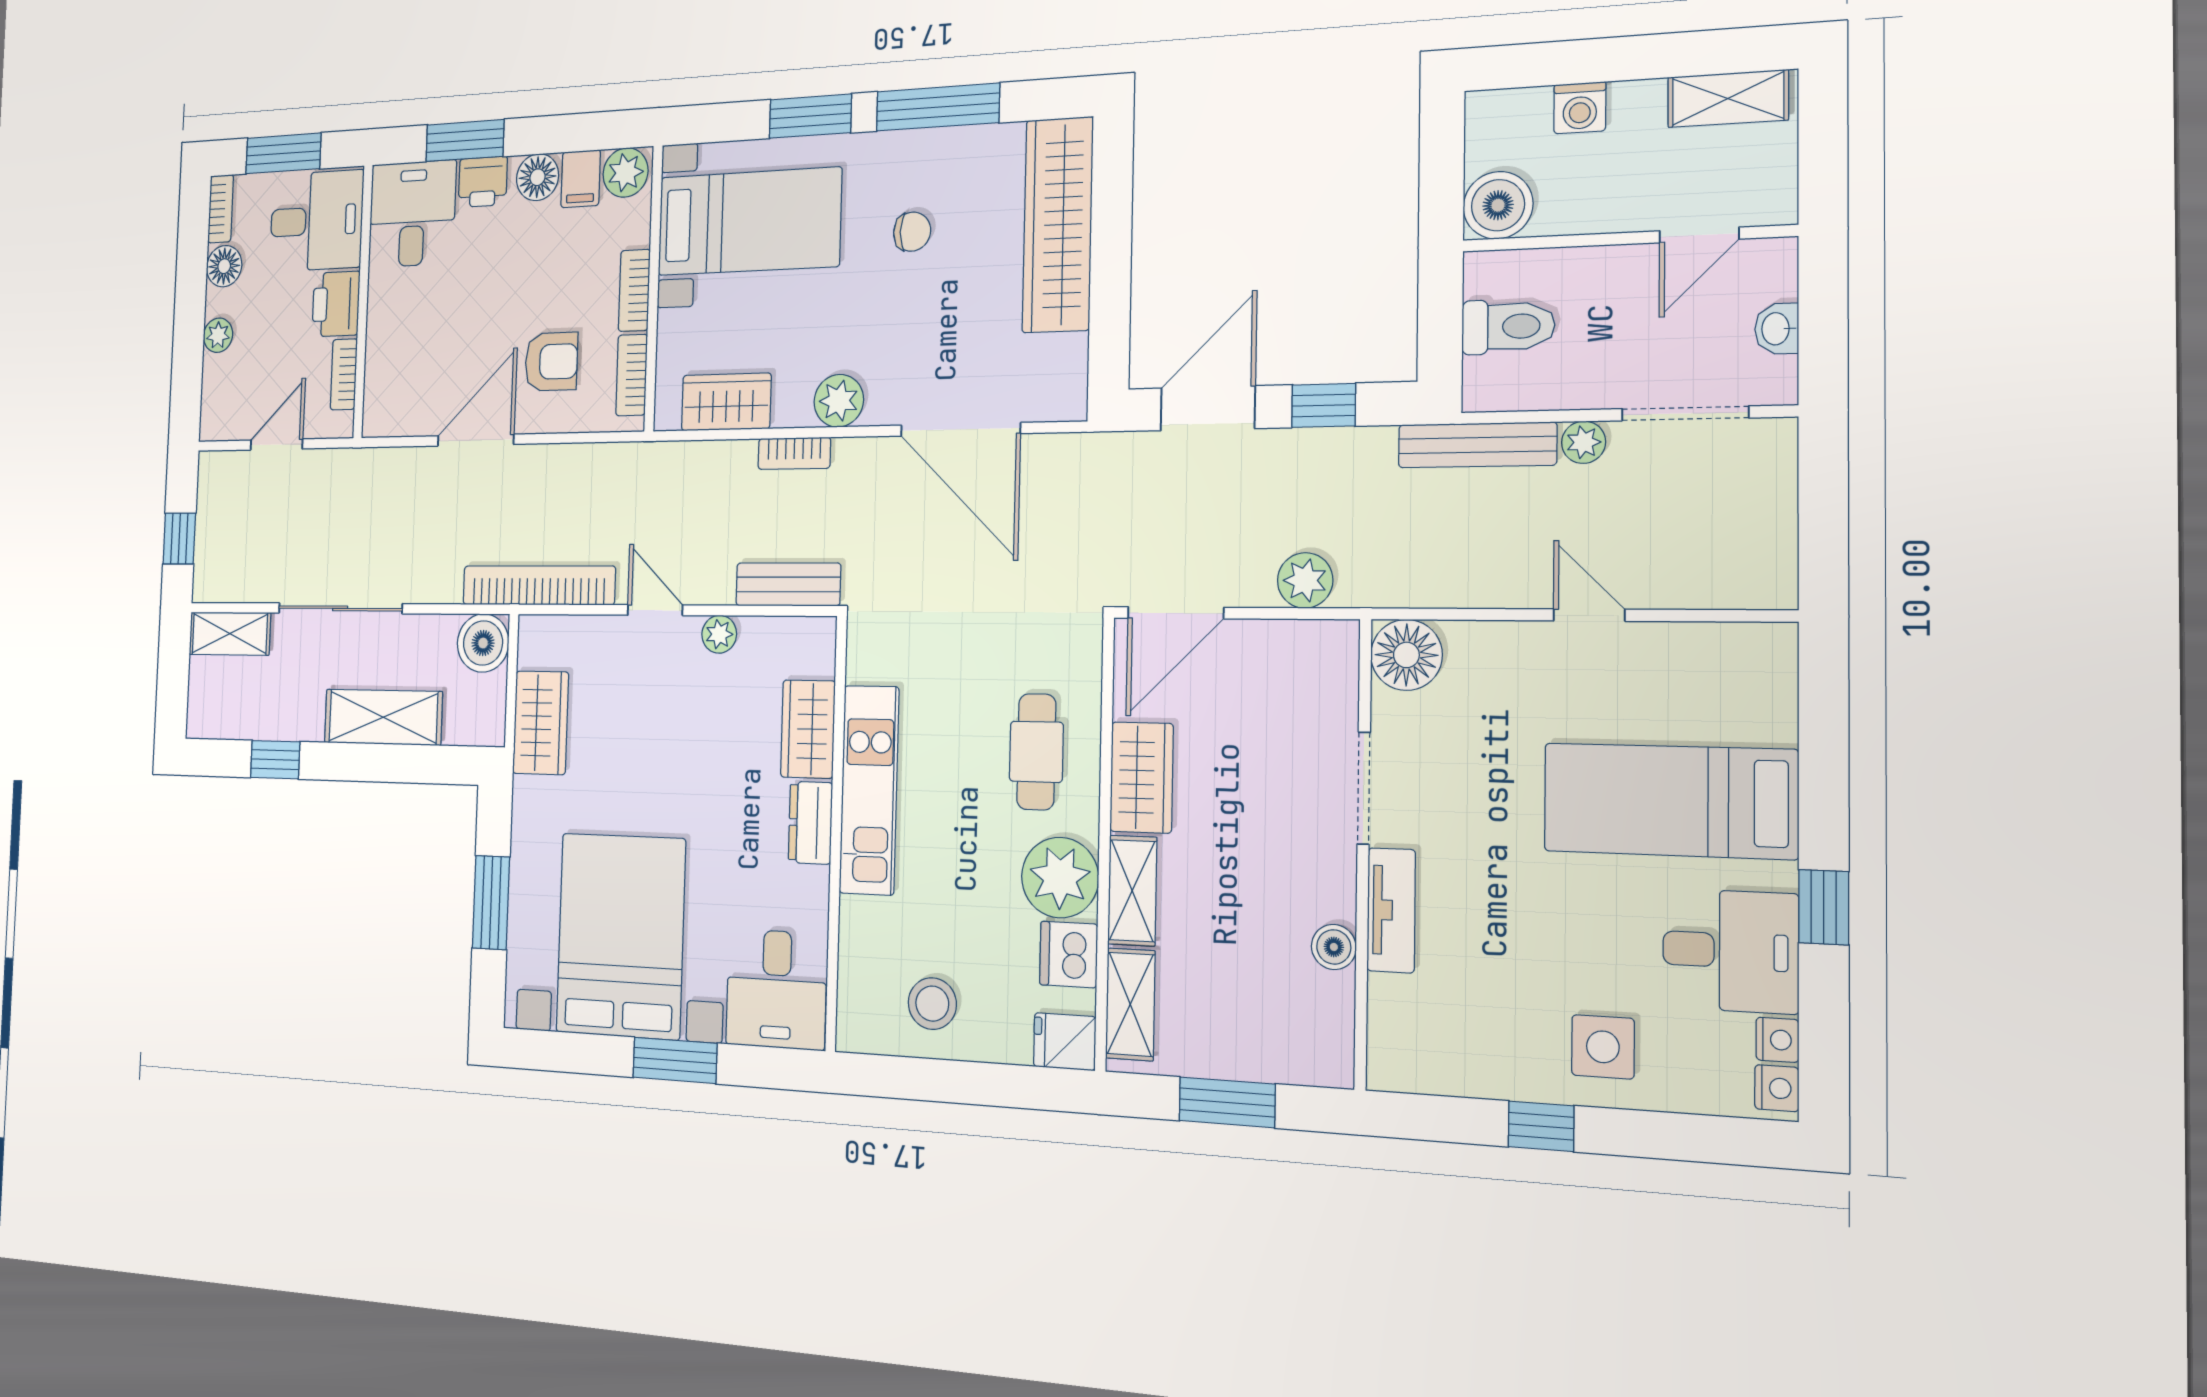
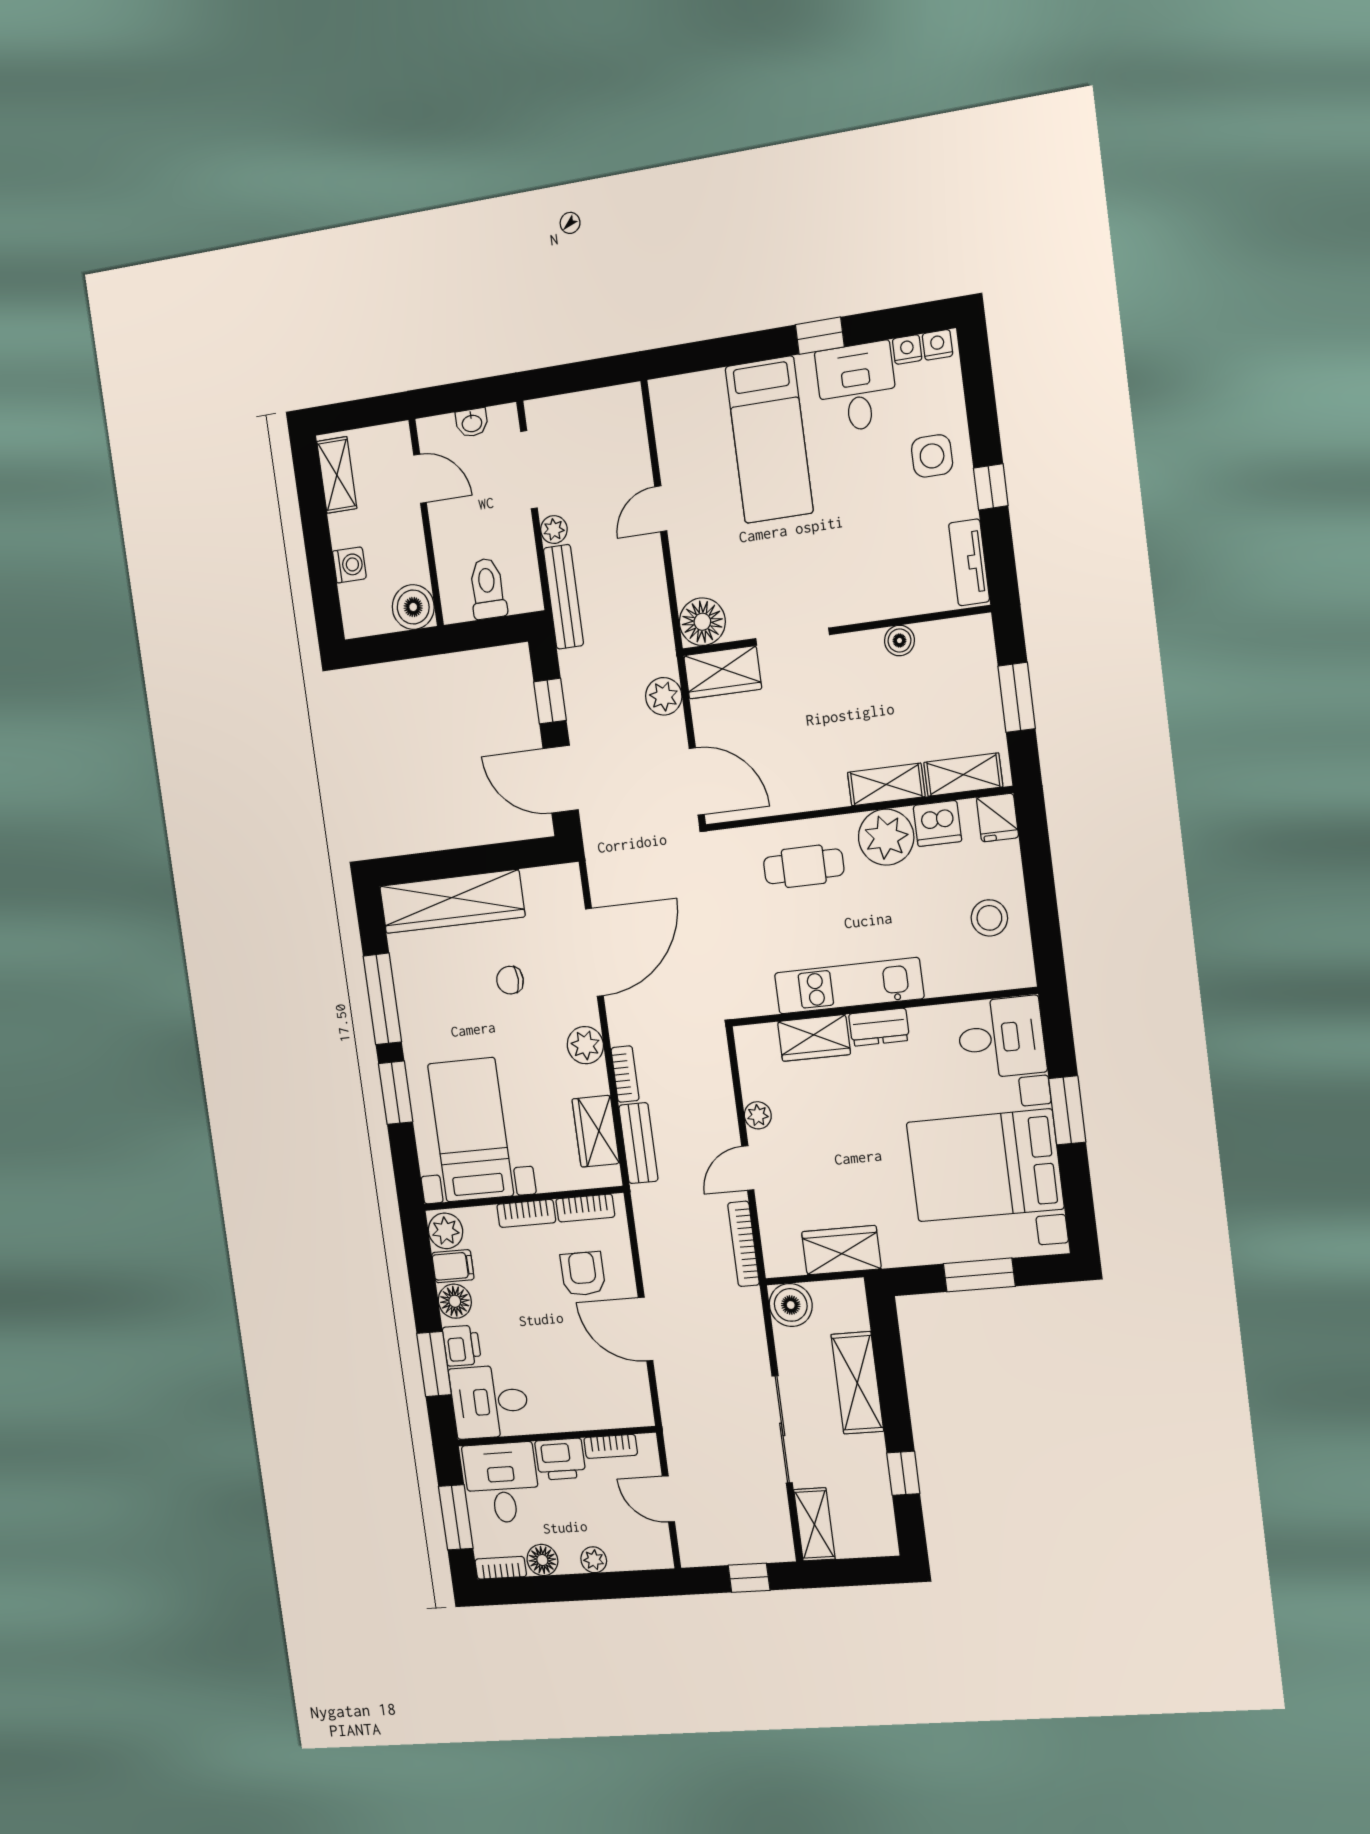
chair: (912, 232) -> (510, 980), moved, turned -90
bench: (788, 584) -> (638, 1143), moved
bookcase: (539, 585) -> (744, 1244), width x0.68, depth x0.76
wardrobe: (1142, 777) -> (723, 672), moved, turned 180
tv unit: (1391, 910) -> (969, 562), moved, turned -90

